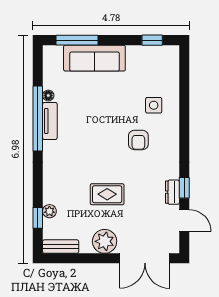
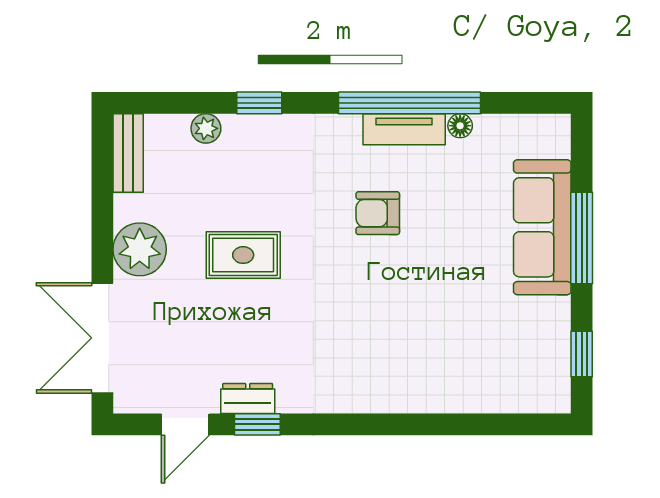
window: (77, 40) -> (582, 238), moved
side table: (154, 105) -> (439, 357), removed
armchair: (138, 140) -> (378, 213), moved
rug: (107, 194) -> (243, 255), turned 90
window: (38, 218) -> (259, 103), moved

